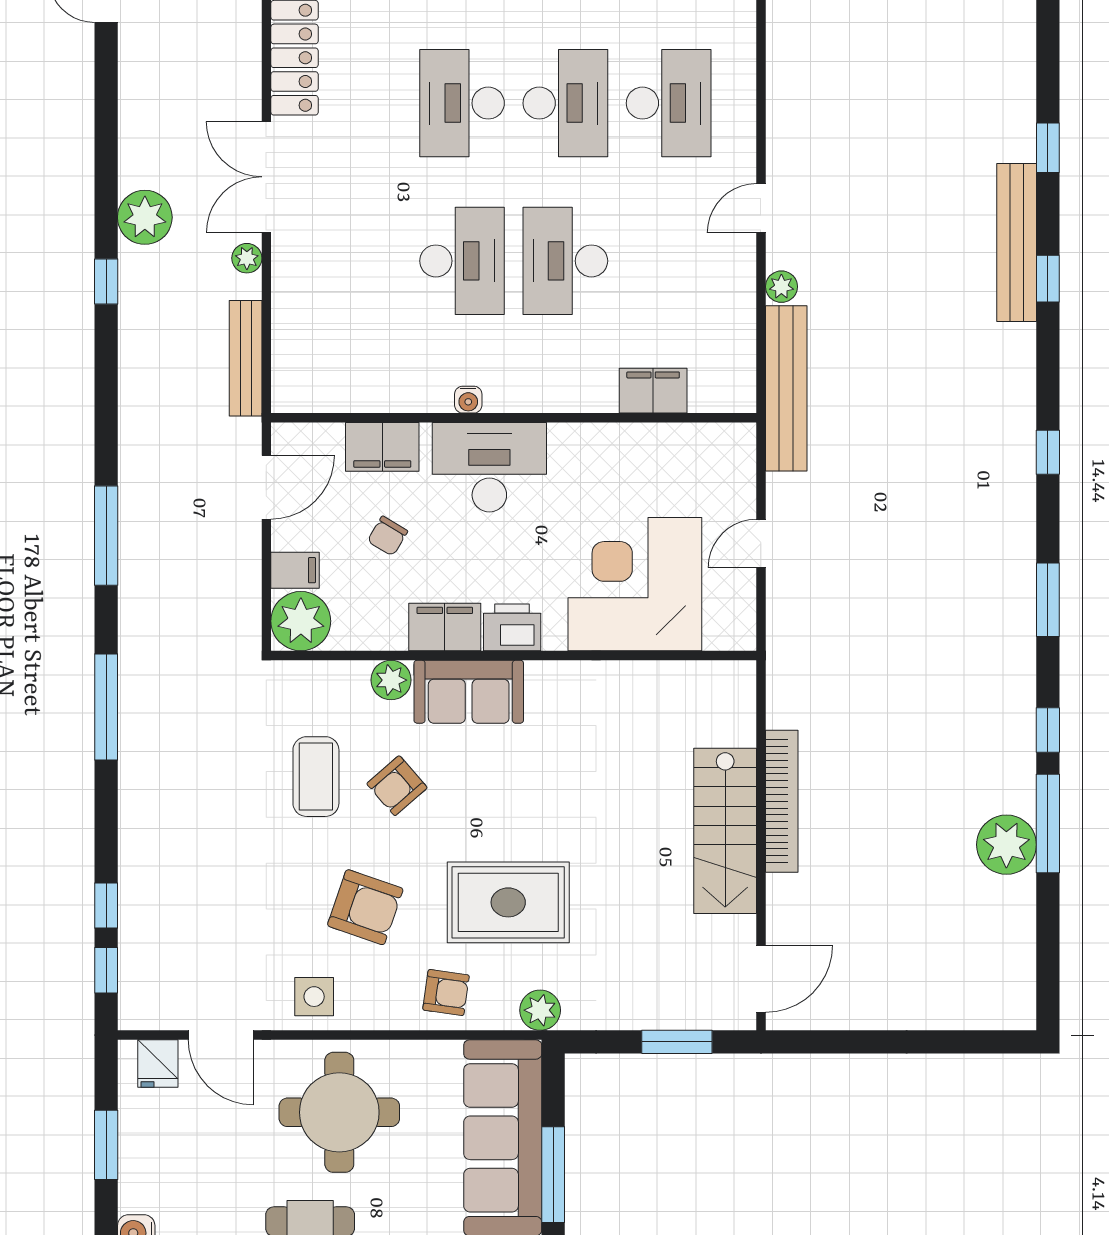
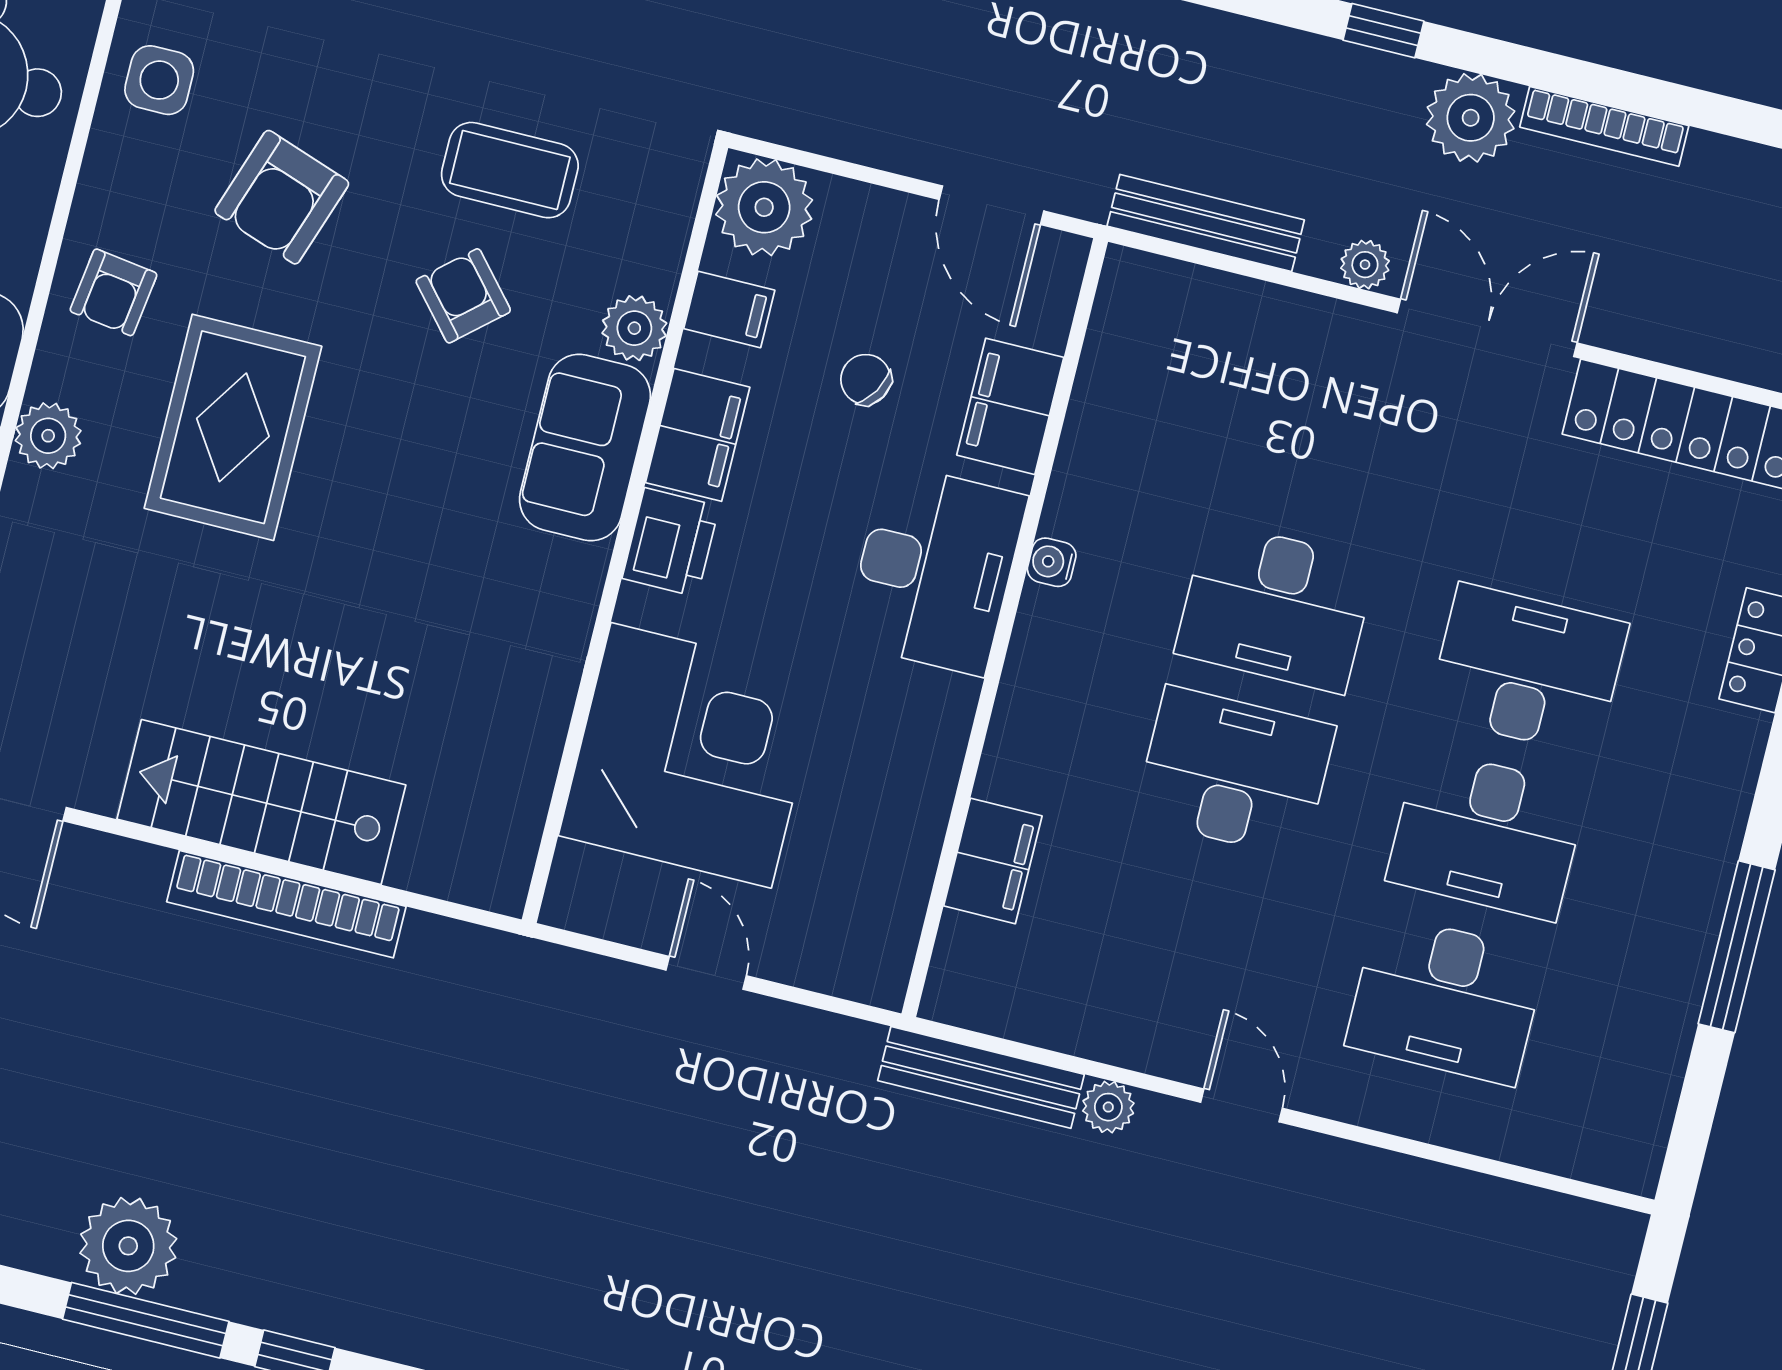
bookcase: (130, 137) -> (1604, 126), added
bench: (786, 388) -> (981, 1077), width x0.73, depth x0.82
filing cabinet: (295, 570) -> (729, 309), moved, turned -90

